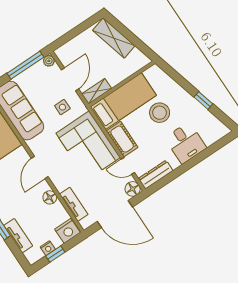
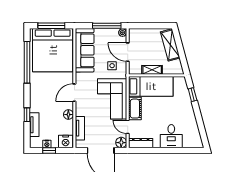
door: (70, 79) -> (128, 52), swing flipped
shelving: (97, 91) -> (152, 70), moved
window: (203, 100) -> (193, 95), moved
stool: (160, 113) -> (168, 108), removed

